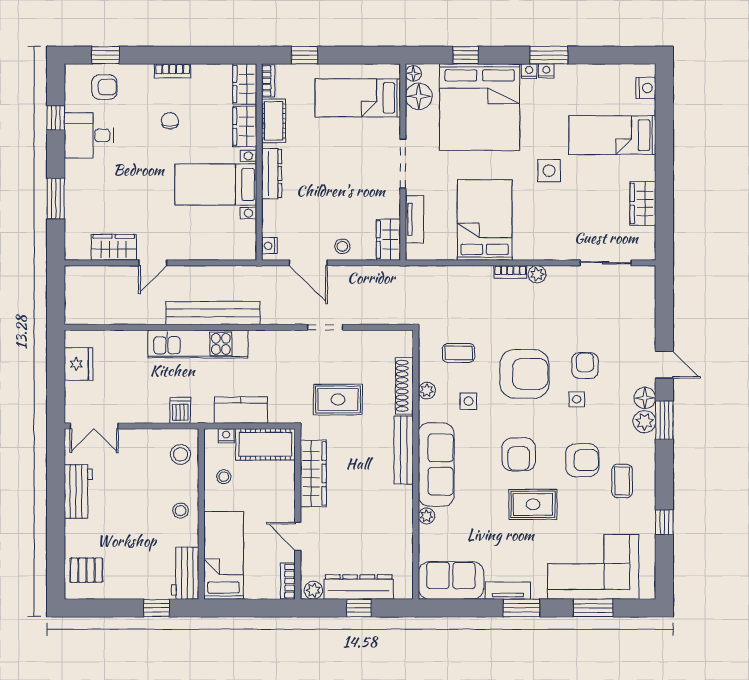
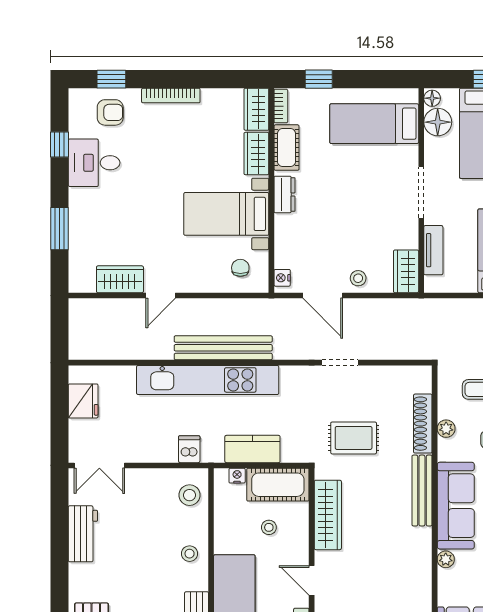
bookcase: (173, 71) -> (171, 96), width x1.56
chair: (170, 121) -> (240, 268), moved
dresser: (272, 174) -> (284, 194), width x0.70
kitchen unit: (198, 344) -> (208, 380), width x1.36
stool: (224, 477) -> (269, 527), moved

